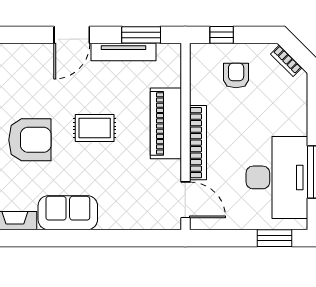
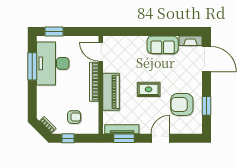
window: (222, 35) -> (68, 138), moved
tv unit: (124, 52) -> (122, 129), moved
armchair: (236, 75) -> (74, 117), turned -90
armchair: (30, 140) -> (182, 104), moved

